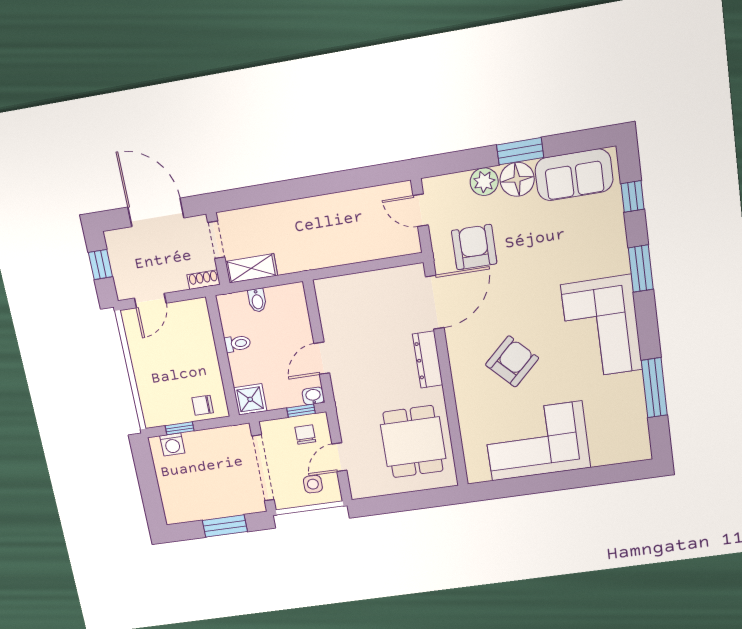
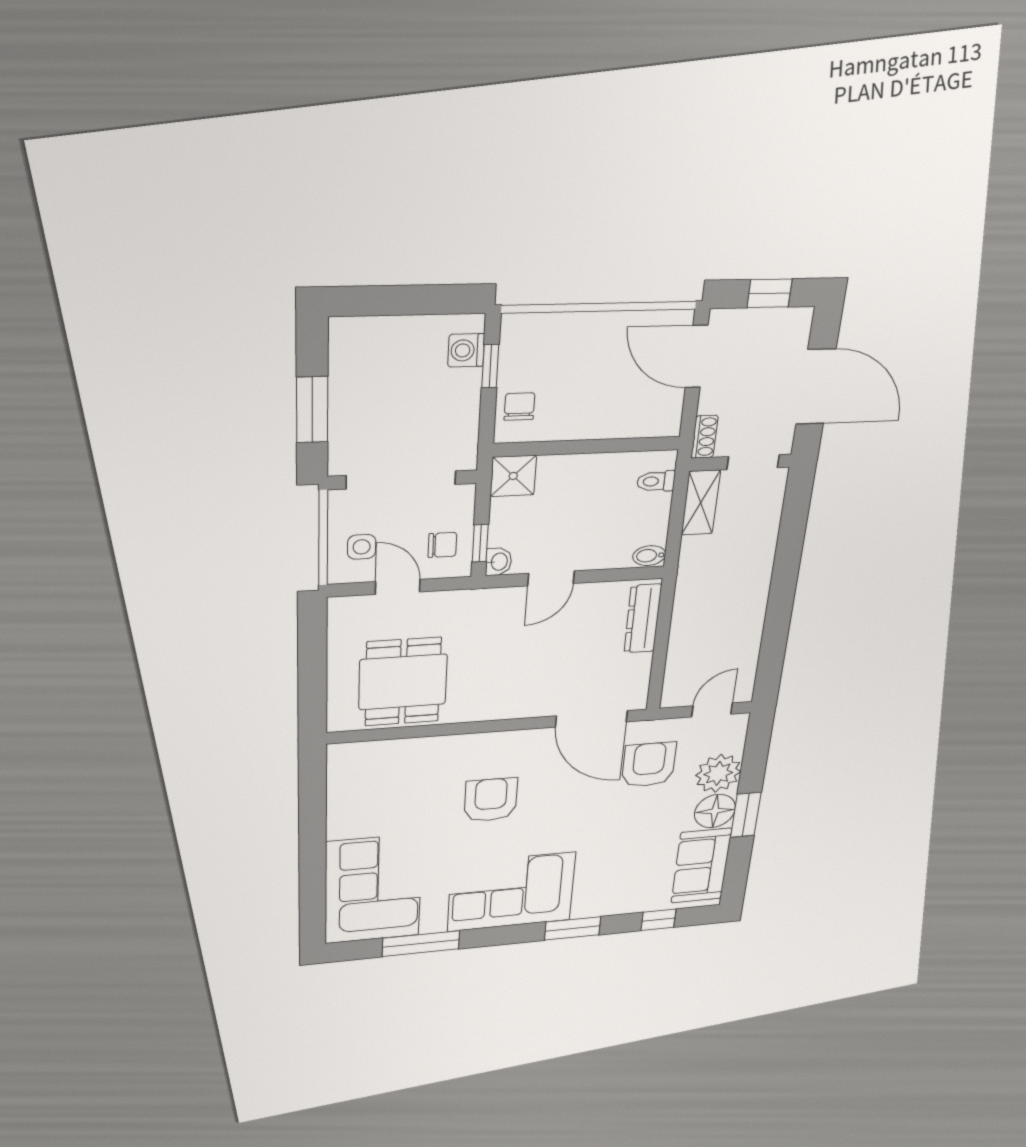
plant: (484, 182) -> (718, 773), width x1.36, depth x1.36
door: (156, 212) -> (816, 387), hinge flipped
armchair: (474, 247) -> (649, 765), turned -90
bidet: (257, 300) -> (649, 556), moved
door: (150, 301) -> (697, 357), width x1.38
toilet: (237, 344) -> (656, 481), moved, turned 90
door: (322, 358) -> (551, 578), swing flipped
dresser: (428, 359) -> (643, 619), moved, turned -90
armchair: (512, 361) -> (491, 800), turned -136
corner sofa: (537, 441) -> (373, 889), moved
dining table: (413, 442) -> (403, 682), turned 90

